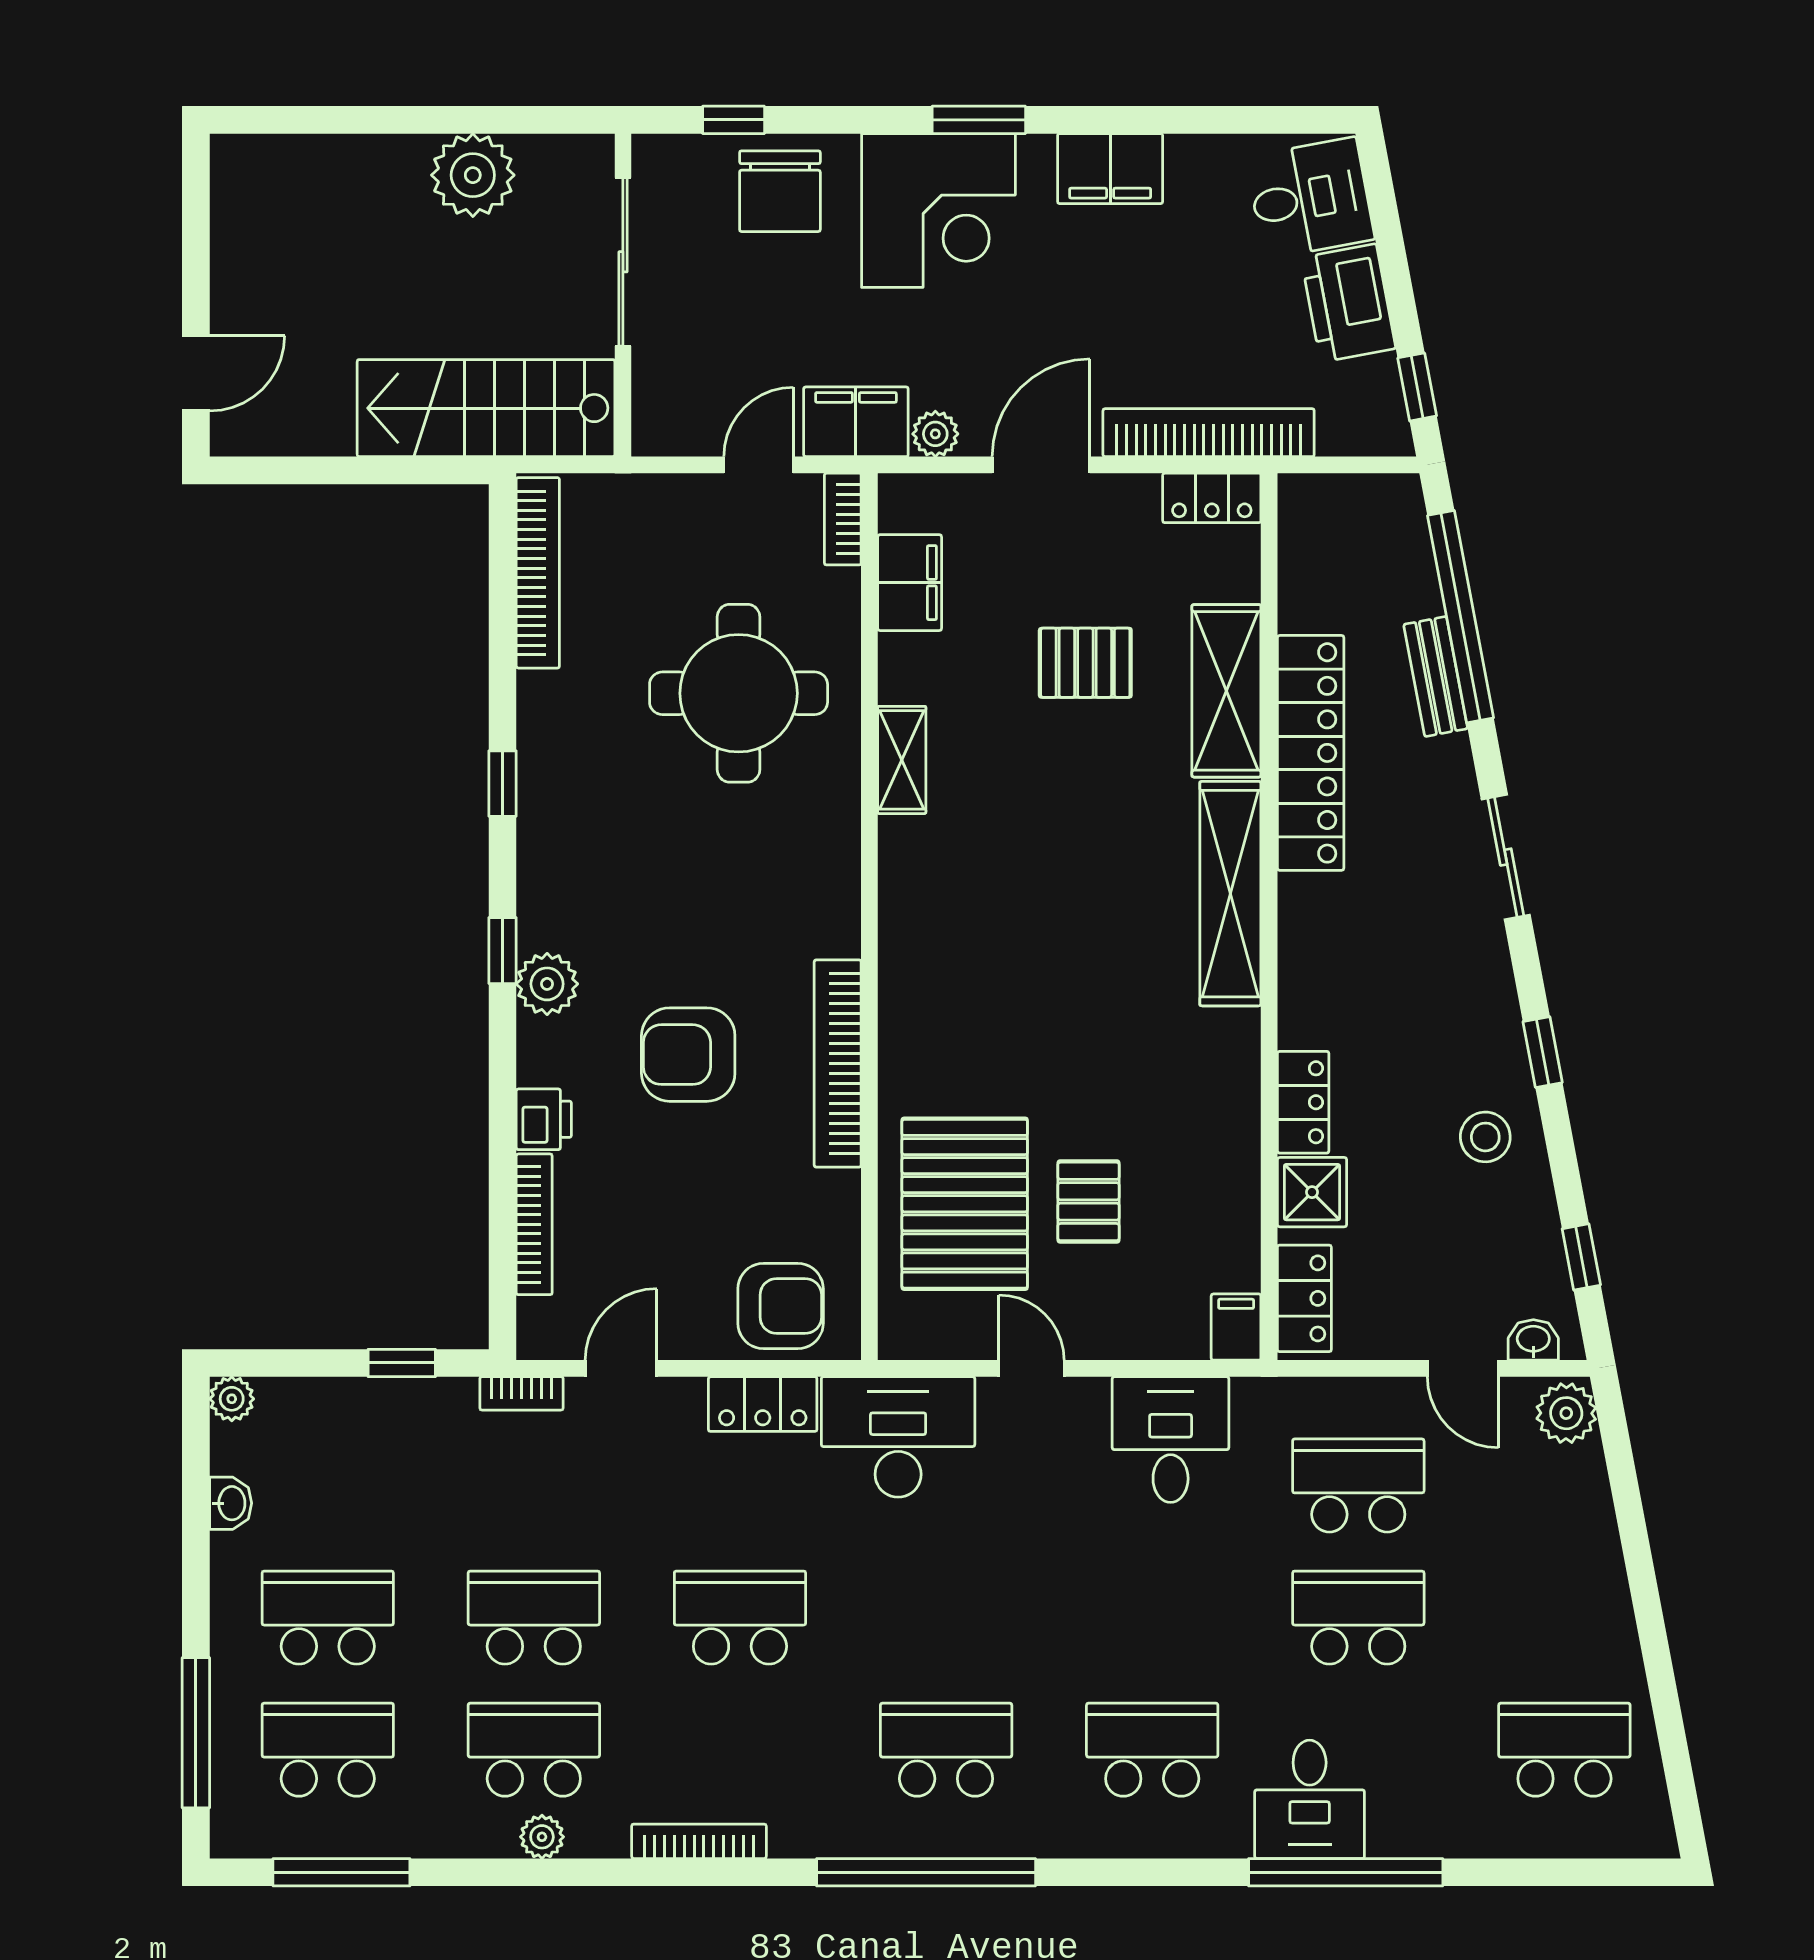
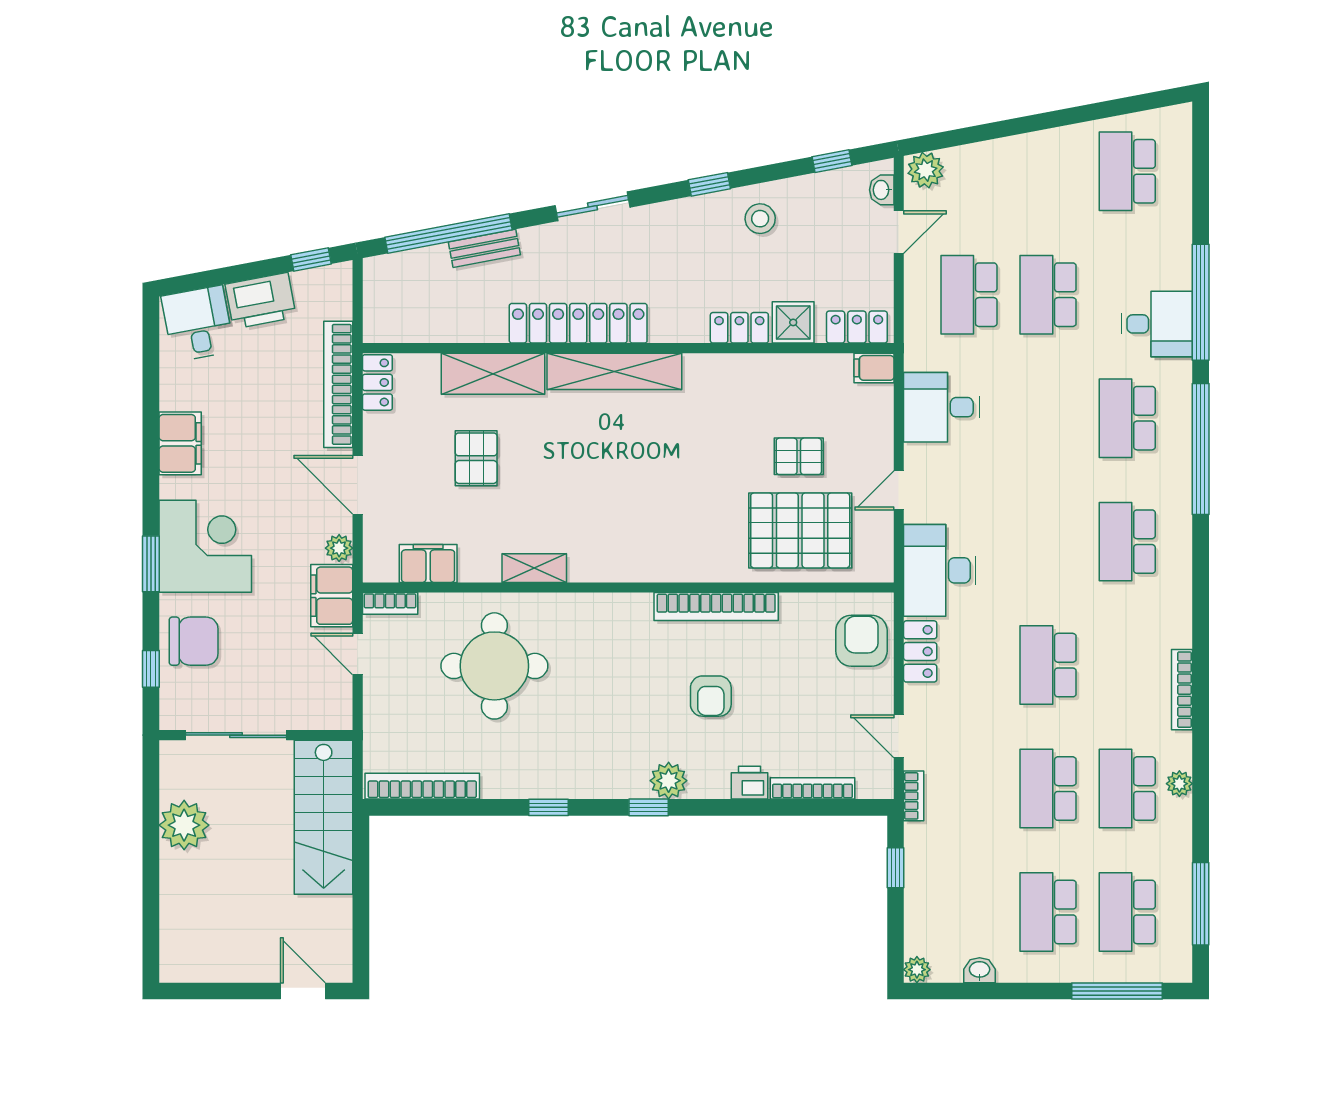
window: (979, 120) -> (151, 564), moved
locker: (1311, 753) -> (578, 323), moved
armchair: (688, 1055) -> (711, 696), width x0.72, depth x0.72
window: (926, 1872) -> (1201, 449), moved

